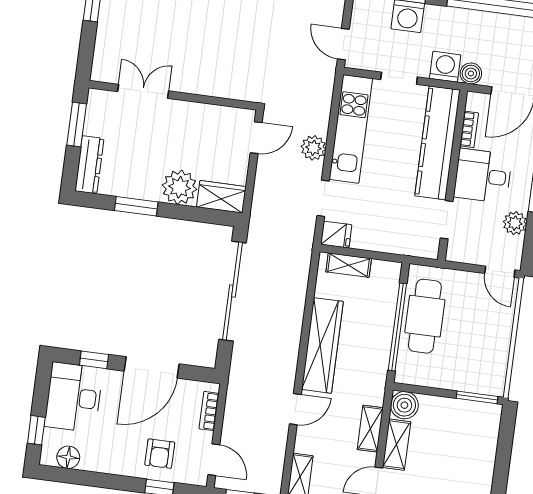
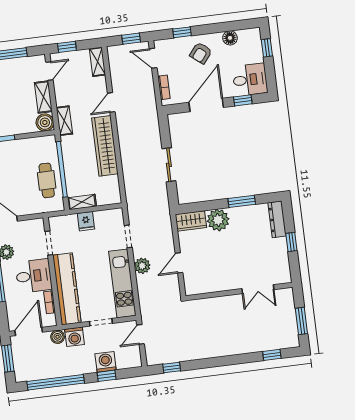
door: (343, 44) -> (141, 334), swing flipped
double door: (143, 91) -> (258, 289), moved
wall: (173, 95) -> (239, 291), moved
window: (77, 124) -> (291, 242), width x0.67
fridge: (336, 235) -> (86, 221), moved, turned -90
shelving: (349, 265) -> (82, 202), moved
sliding door: (232, 291) -> (169, 165), width x0.54
cafe table: (425, 316) -> (47, 180), width x0.73, depth x0.74
desk: (74, 397) -> (250, 80), width x0.73
shelving: (370, 429) -> (64, 121), moved
armchair: (160, 454) -> (201, 53), moved, turned -141
floor lamp: (68, 457) -> (230, 38), moved

